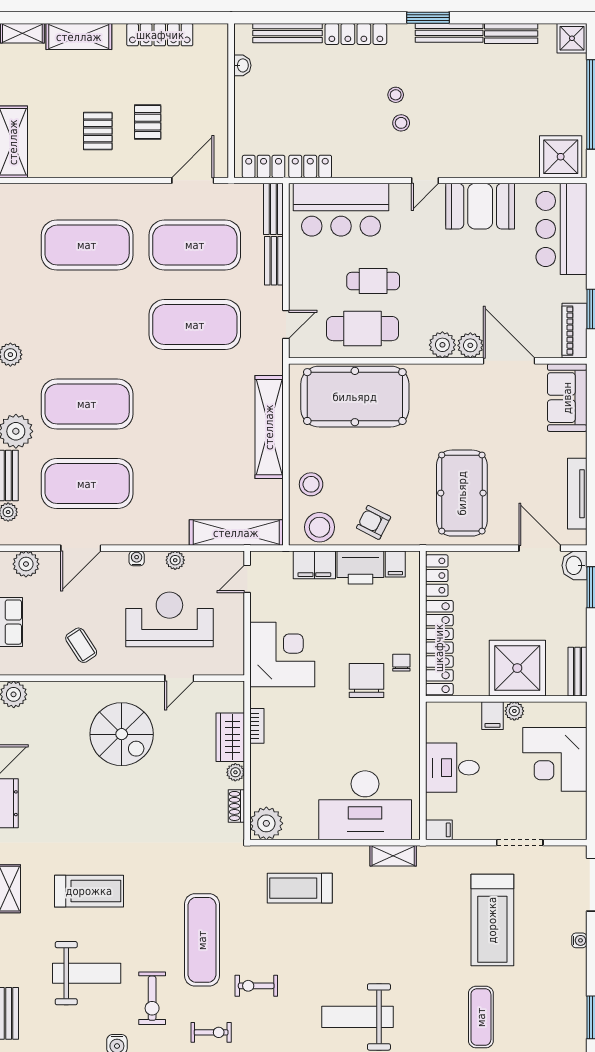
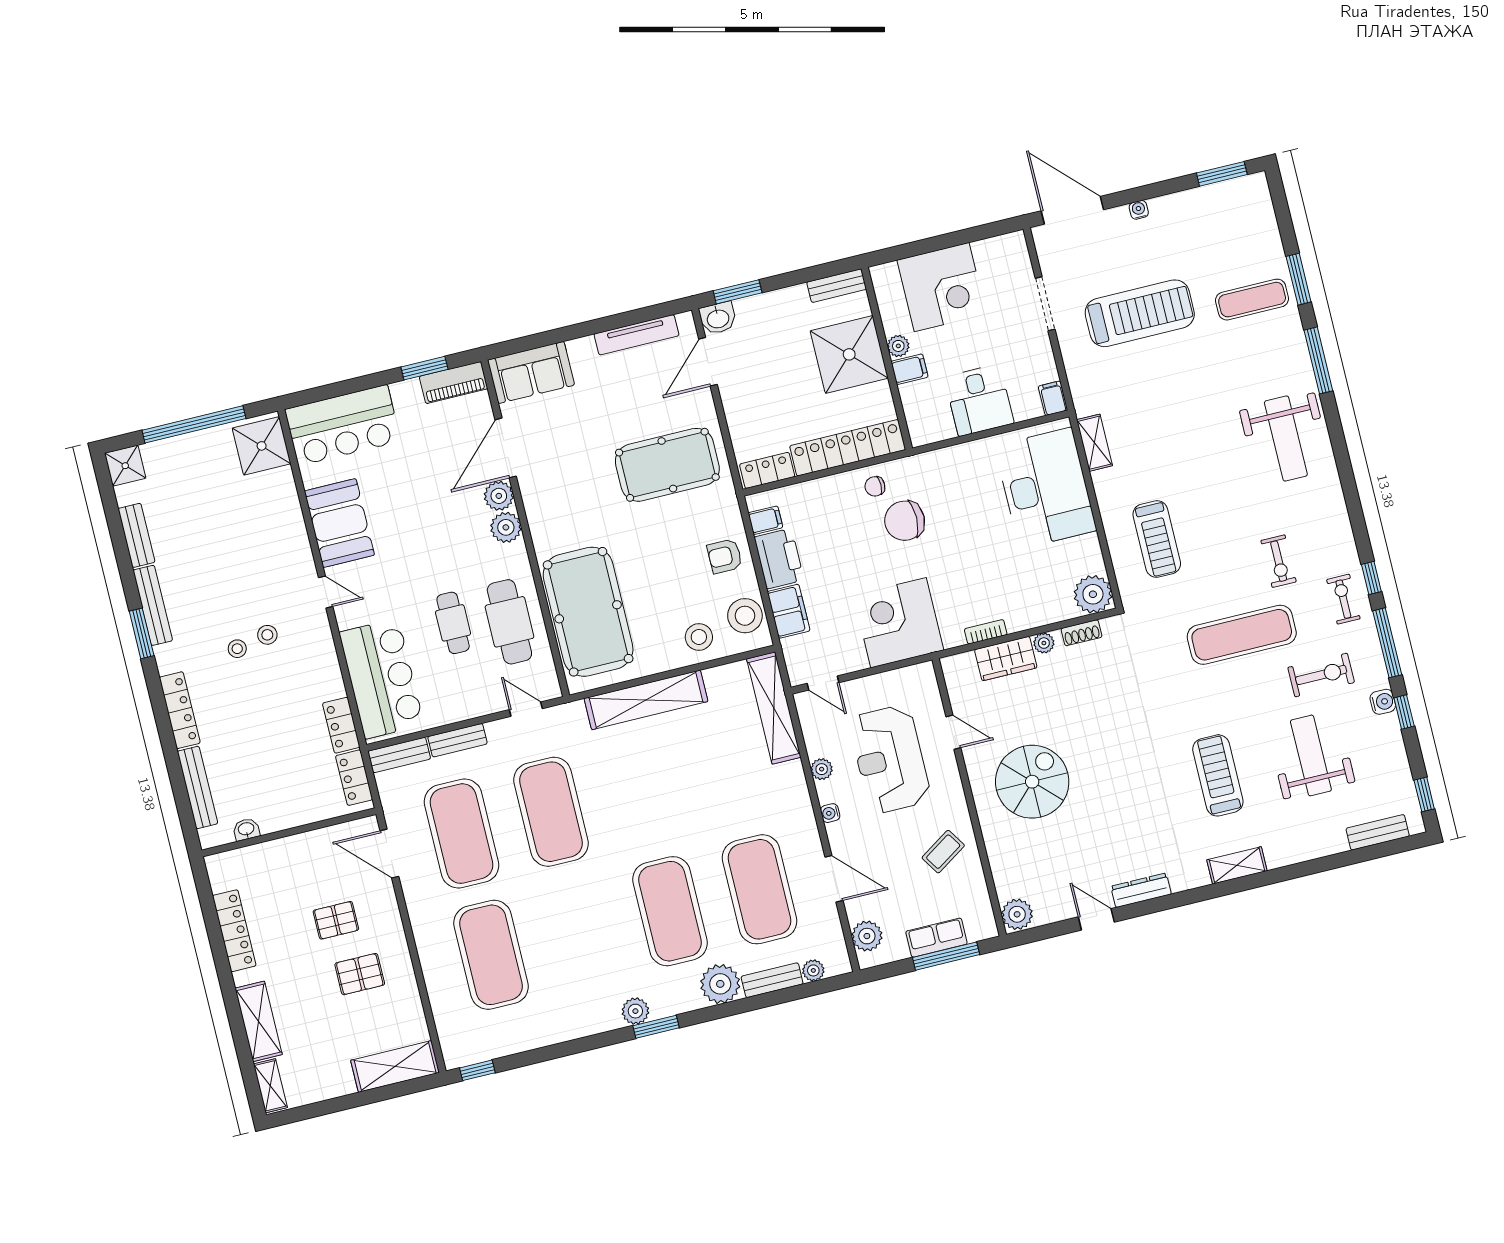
armchair: (374, 522) -> (725, 556), turned 63

